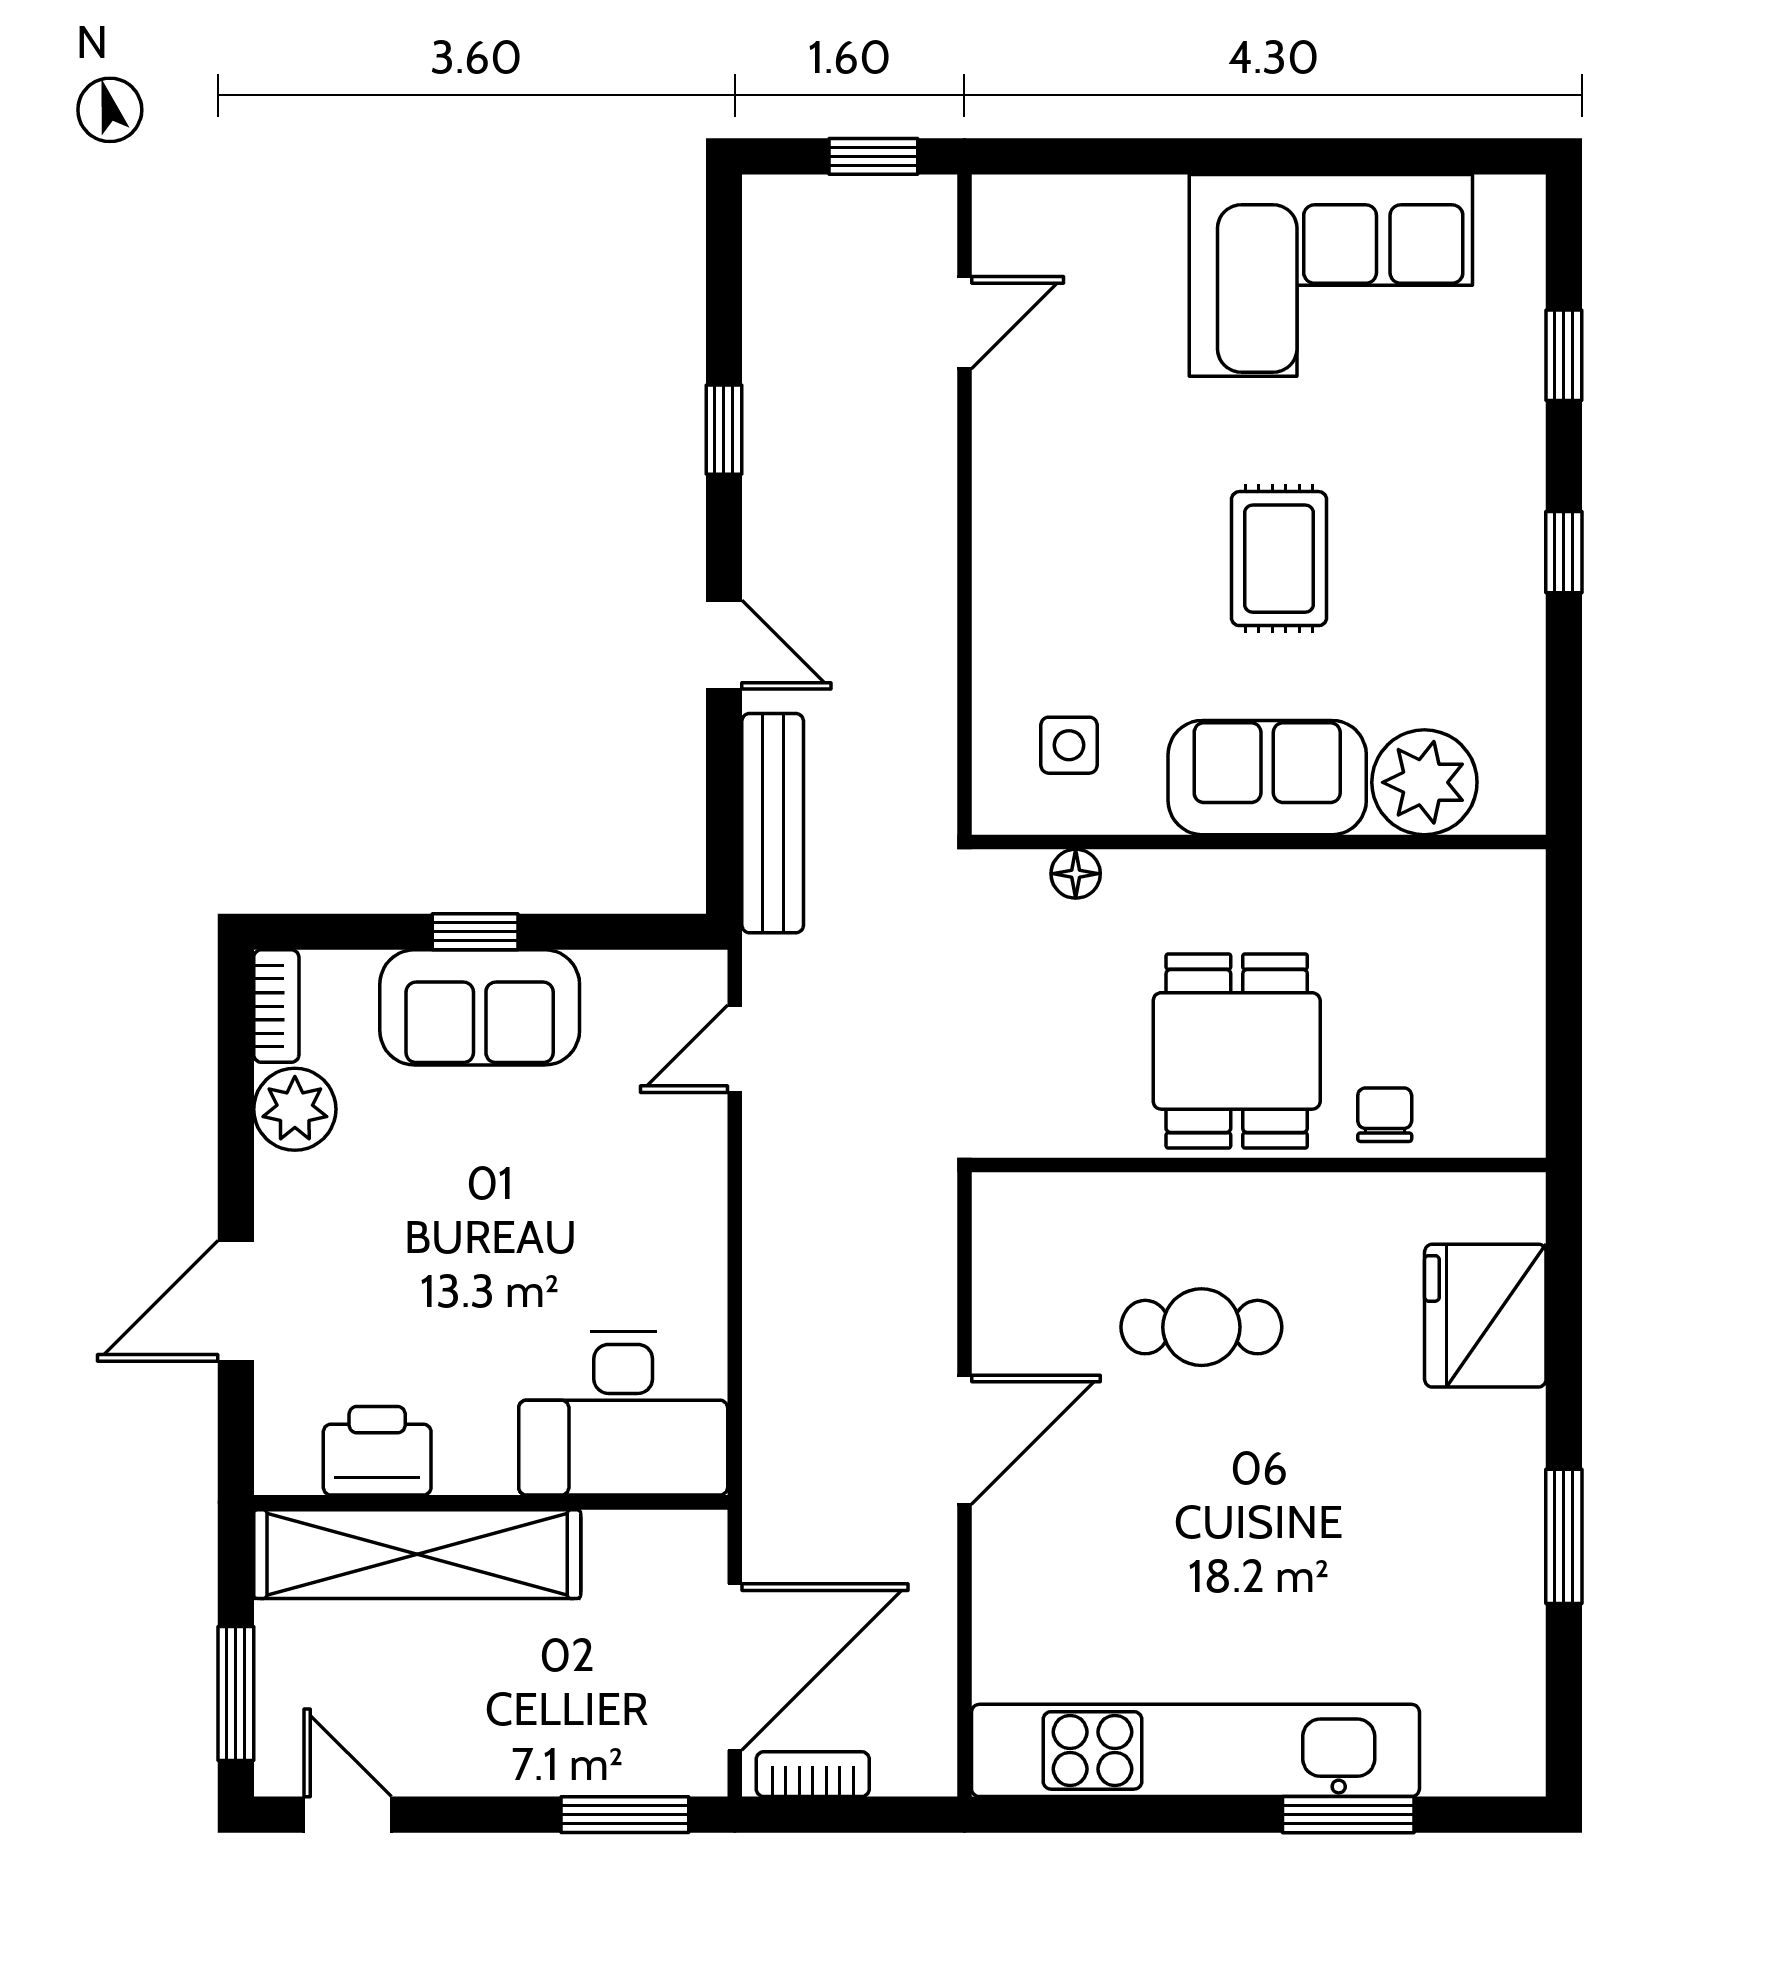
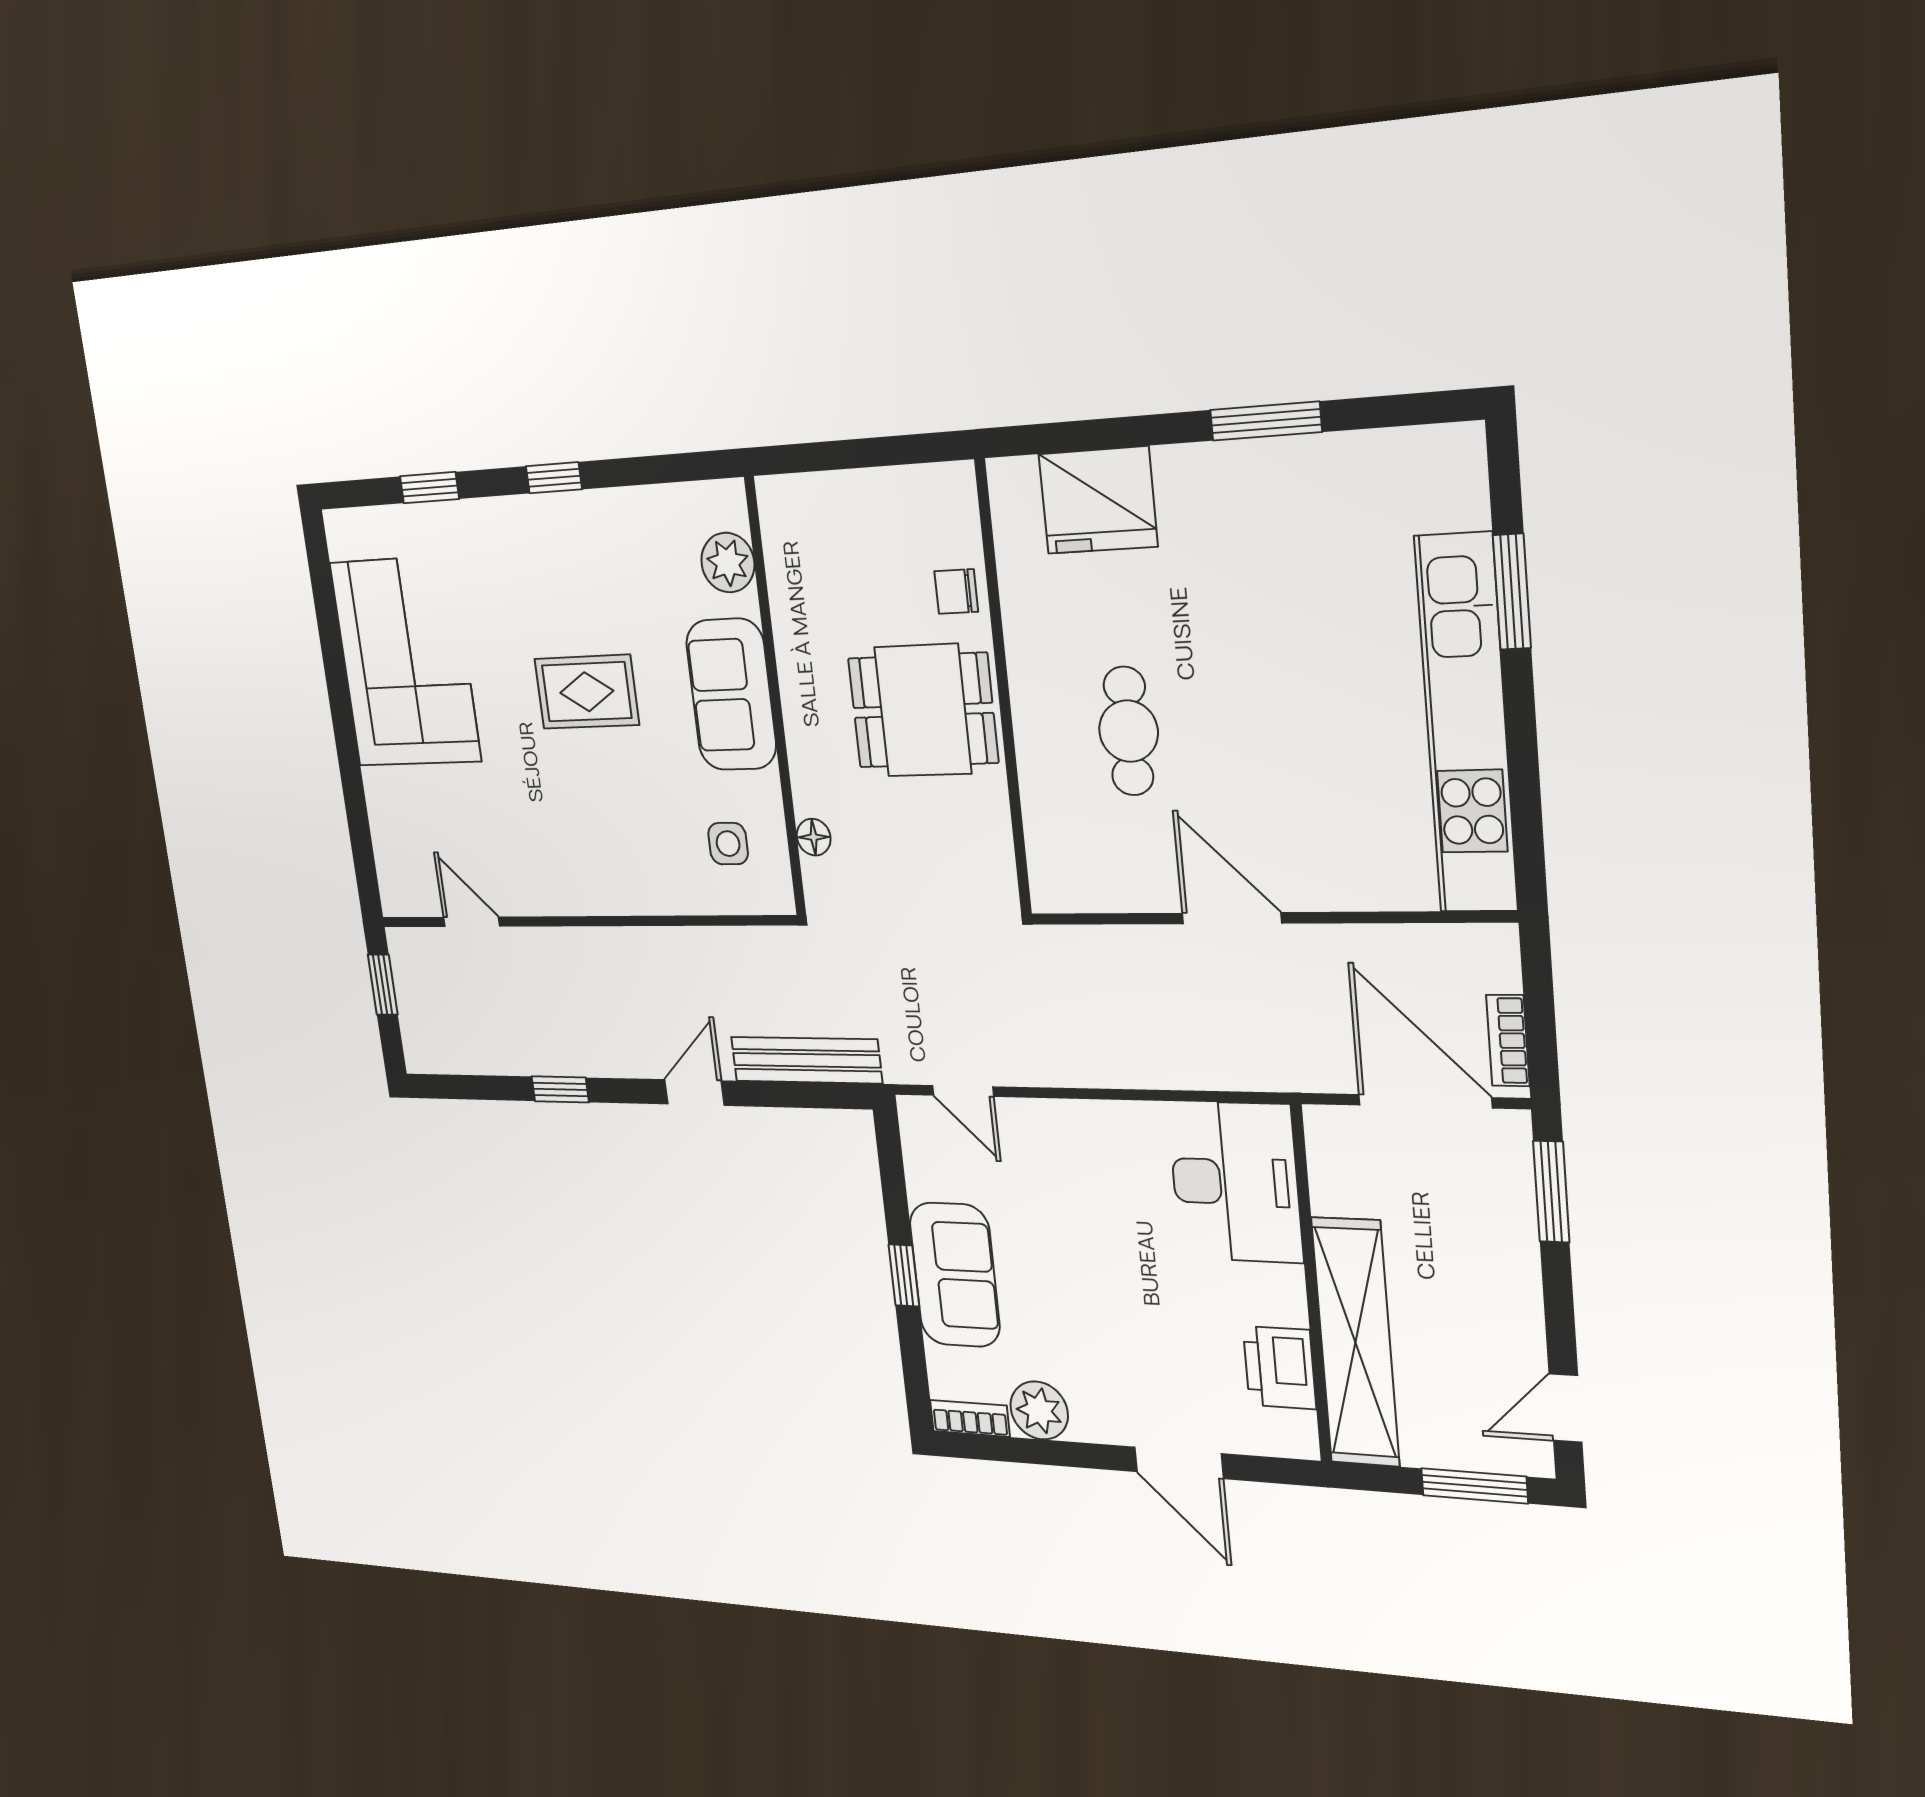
plant: (1424, 782) -> (728, 563), width x0.73, depth x0.73

